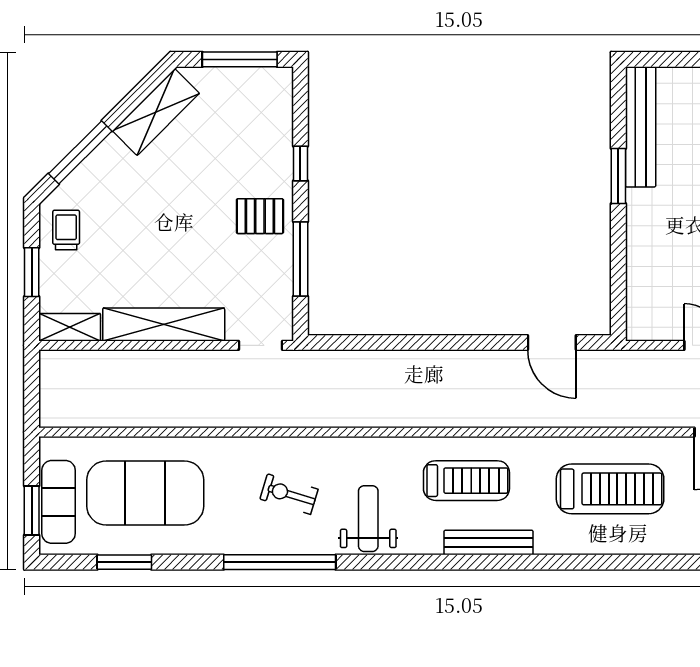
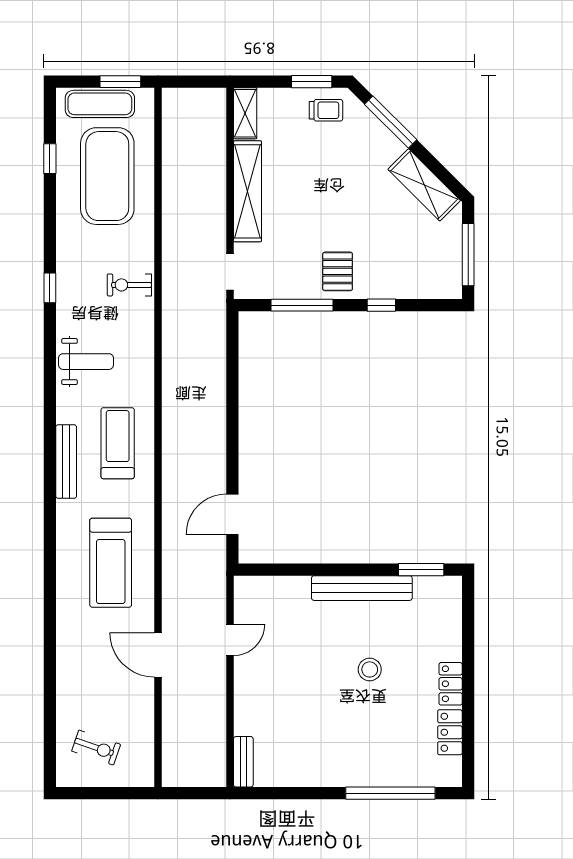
bench: (641, 127) -> (362, 588), moved
window: (618, 176) -> (421, 570), moved
window: (32, 272) -> (312, 82), moved
treadmill: (466, 481) -> (118, 443), turned 180
exercise bike: (289, 494) -> (129, 285), moved, turned -107
window: (32, 510) -> (120, 82), moved
window: (124, 562) -> (50, 159), width x0.67
window: (280, 562) -> (50, 288), width x0.32

